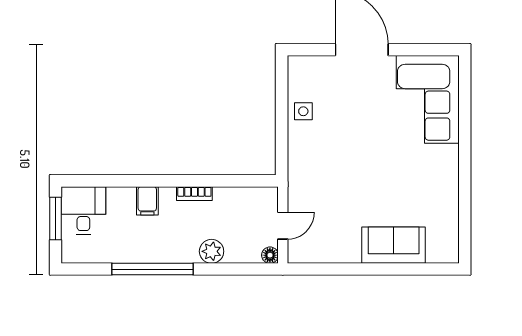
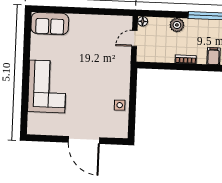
corner sofa: (428, 99) -> (47, 87), moved
sofa: (394, 245) -> (50, 24), moved

